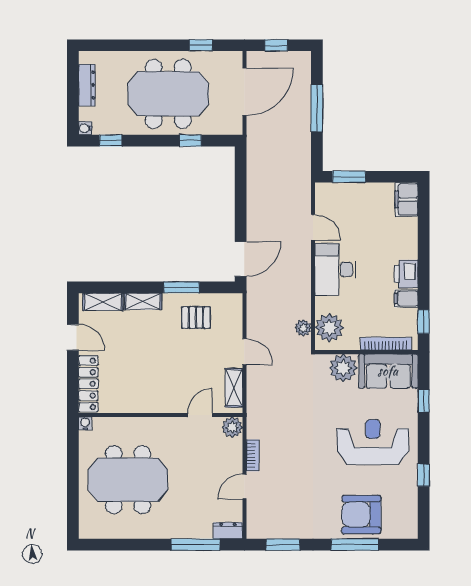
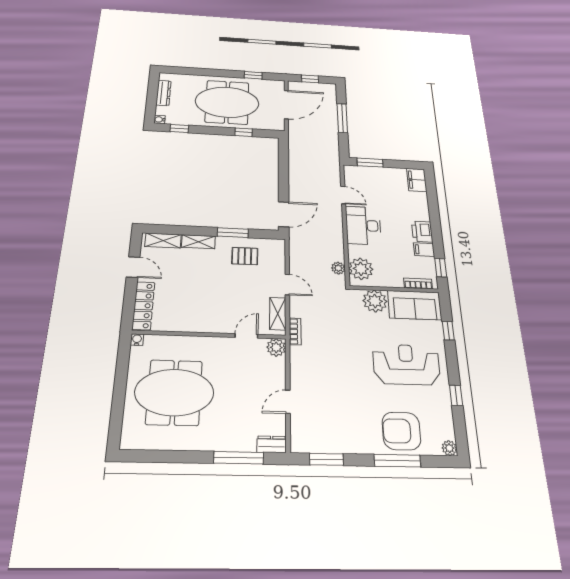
bookcase: (386, 344) -> (418, 284), width x0.64
bookcase: (253, 455) -> (295, 331), moved
plant: (410, 531) -> (449, 448), added

